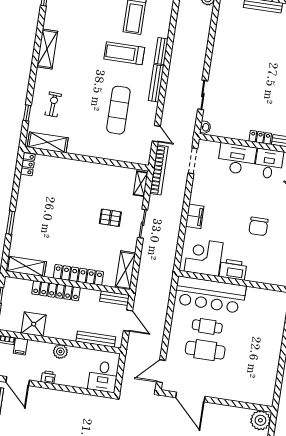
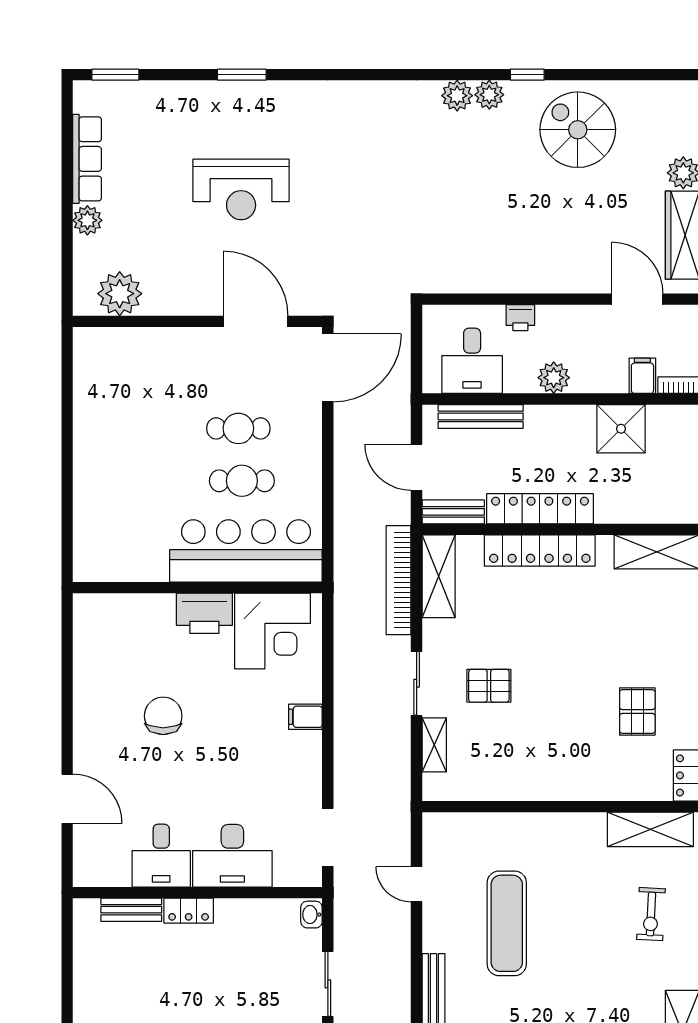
bookcase: (159, 170) -> (399, 580), moved
shelving: (141, 184) -> (434, 745), moved
pallet: (46, 196) -> (637, 712), added
filing cabinet: (195, 216) -> (305, 717), width x0.50
locker: (56, 291) -> (540, 509), moved
cafe table: (205, 350) -> (238, 428), width x0.73, depth x0.74
door: (161, 371) -> (328, 368), width x1.36
desk: (103, 376) -> (472, 361), moved, turned 180
printer: (48, 377) -> (520, 318), moved
plant: (260, 420) -> (120, 294), moved

